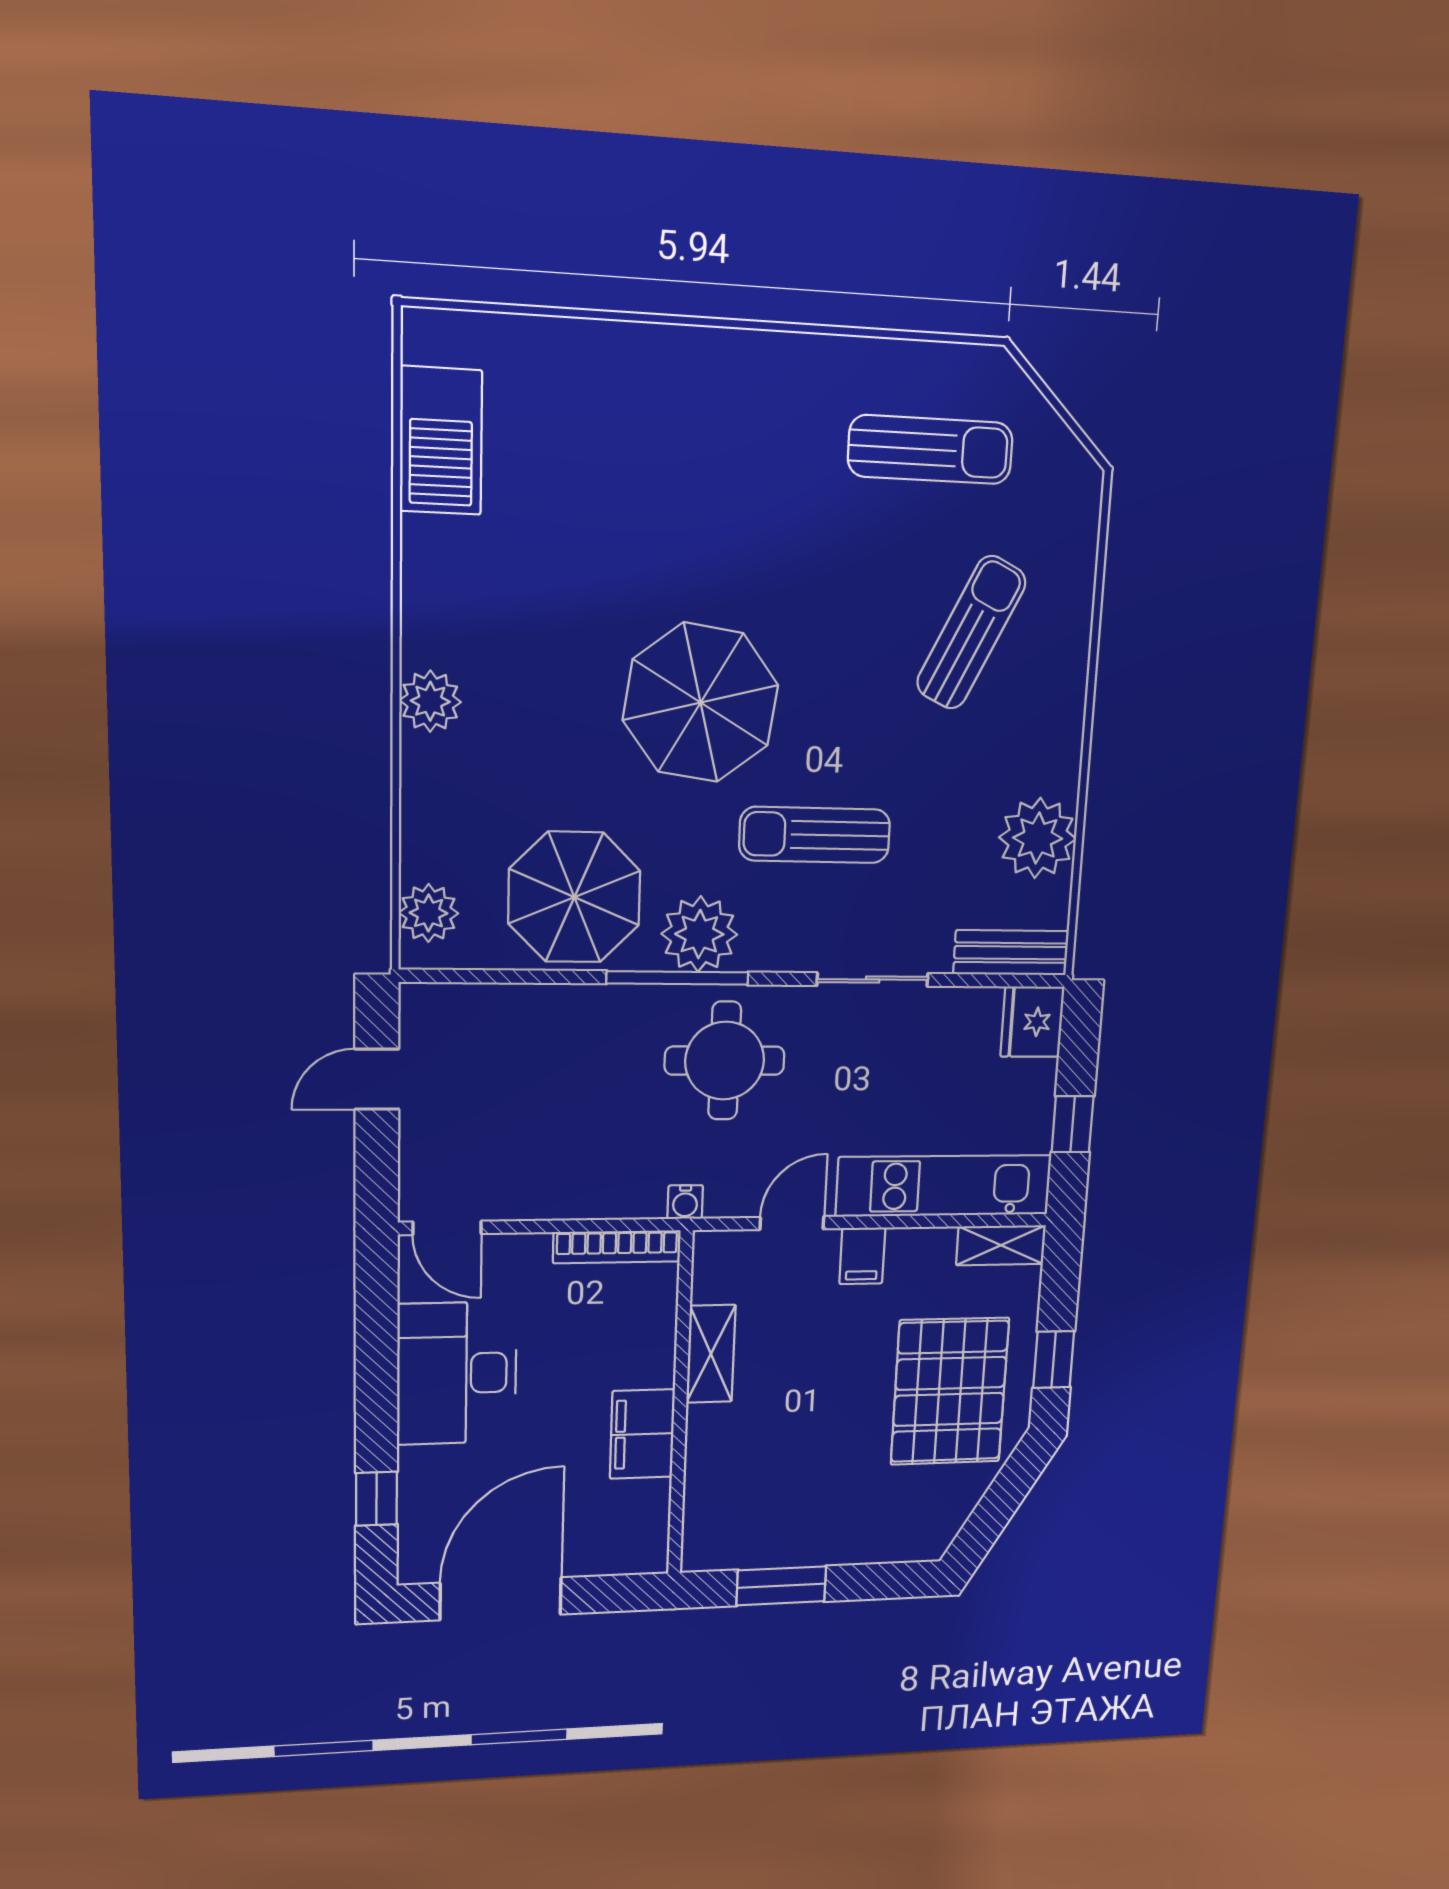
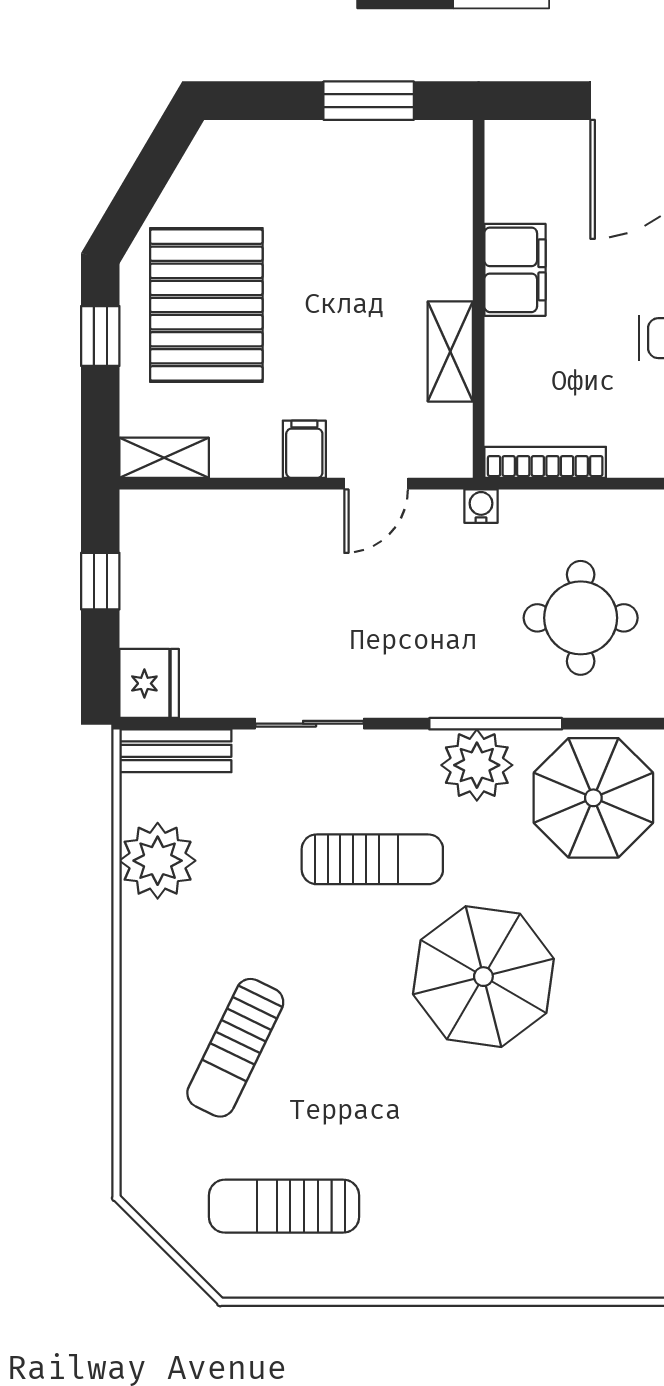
round table: (725, 1061) -> (581, 618), moved
kitchen unit: (944, 1186) -> (226, 520), removed

